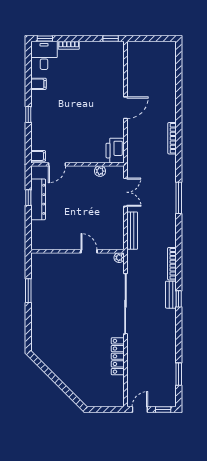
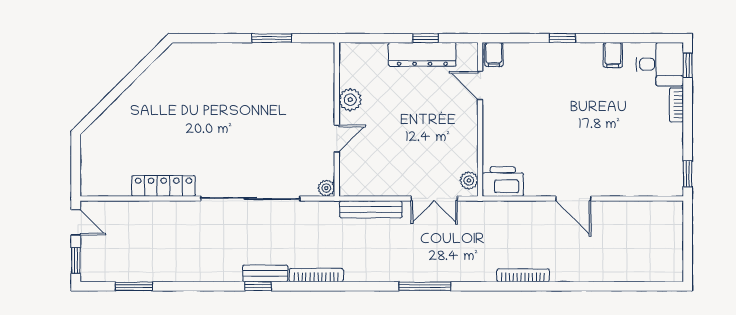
plant: (100, 171) -> (469, 181), moved
plant: (66, 243) -> (350, 100), added

